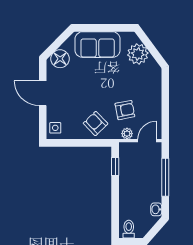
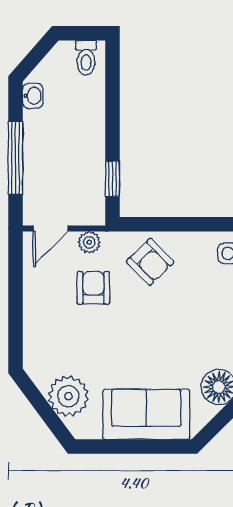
armchair: (125, 110) -> (93, 288), turned 101

